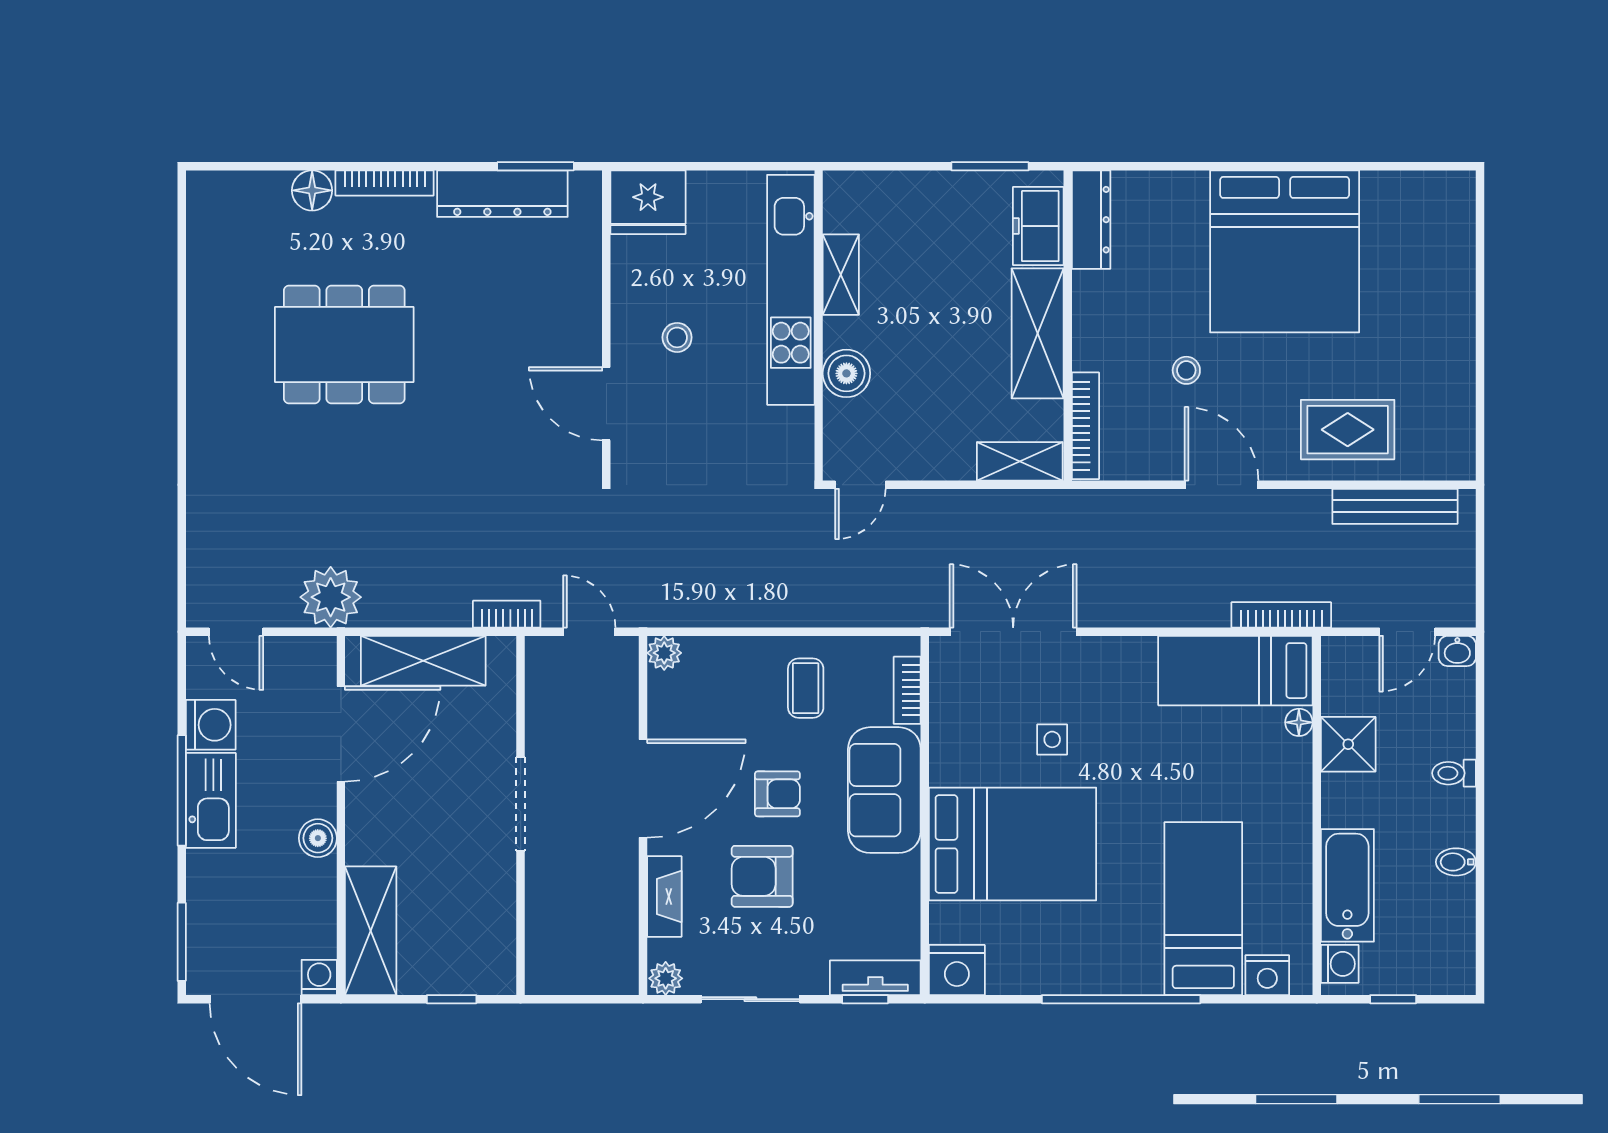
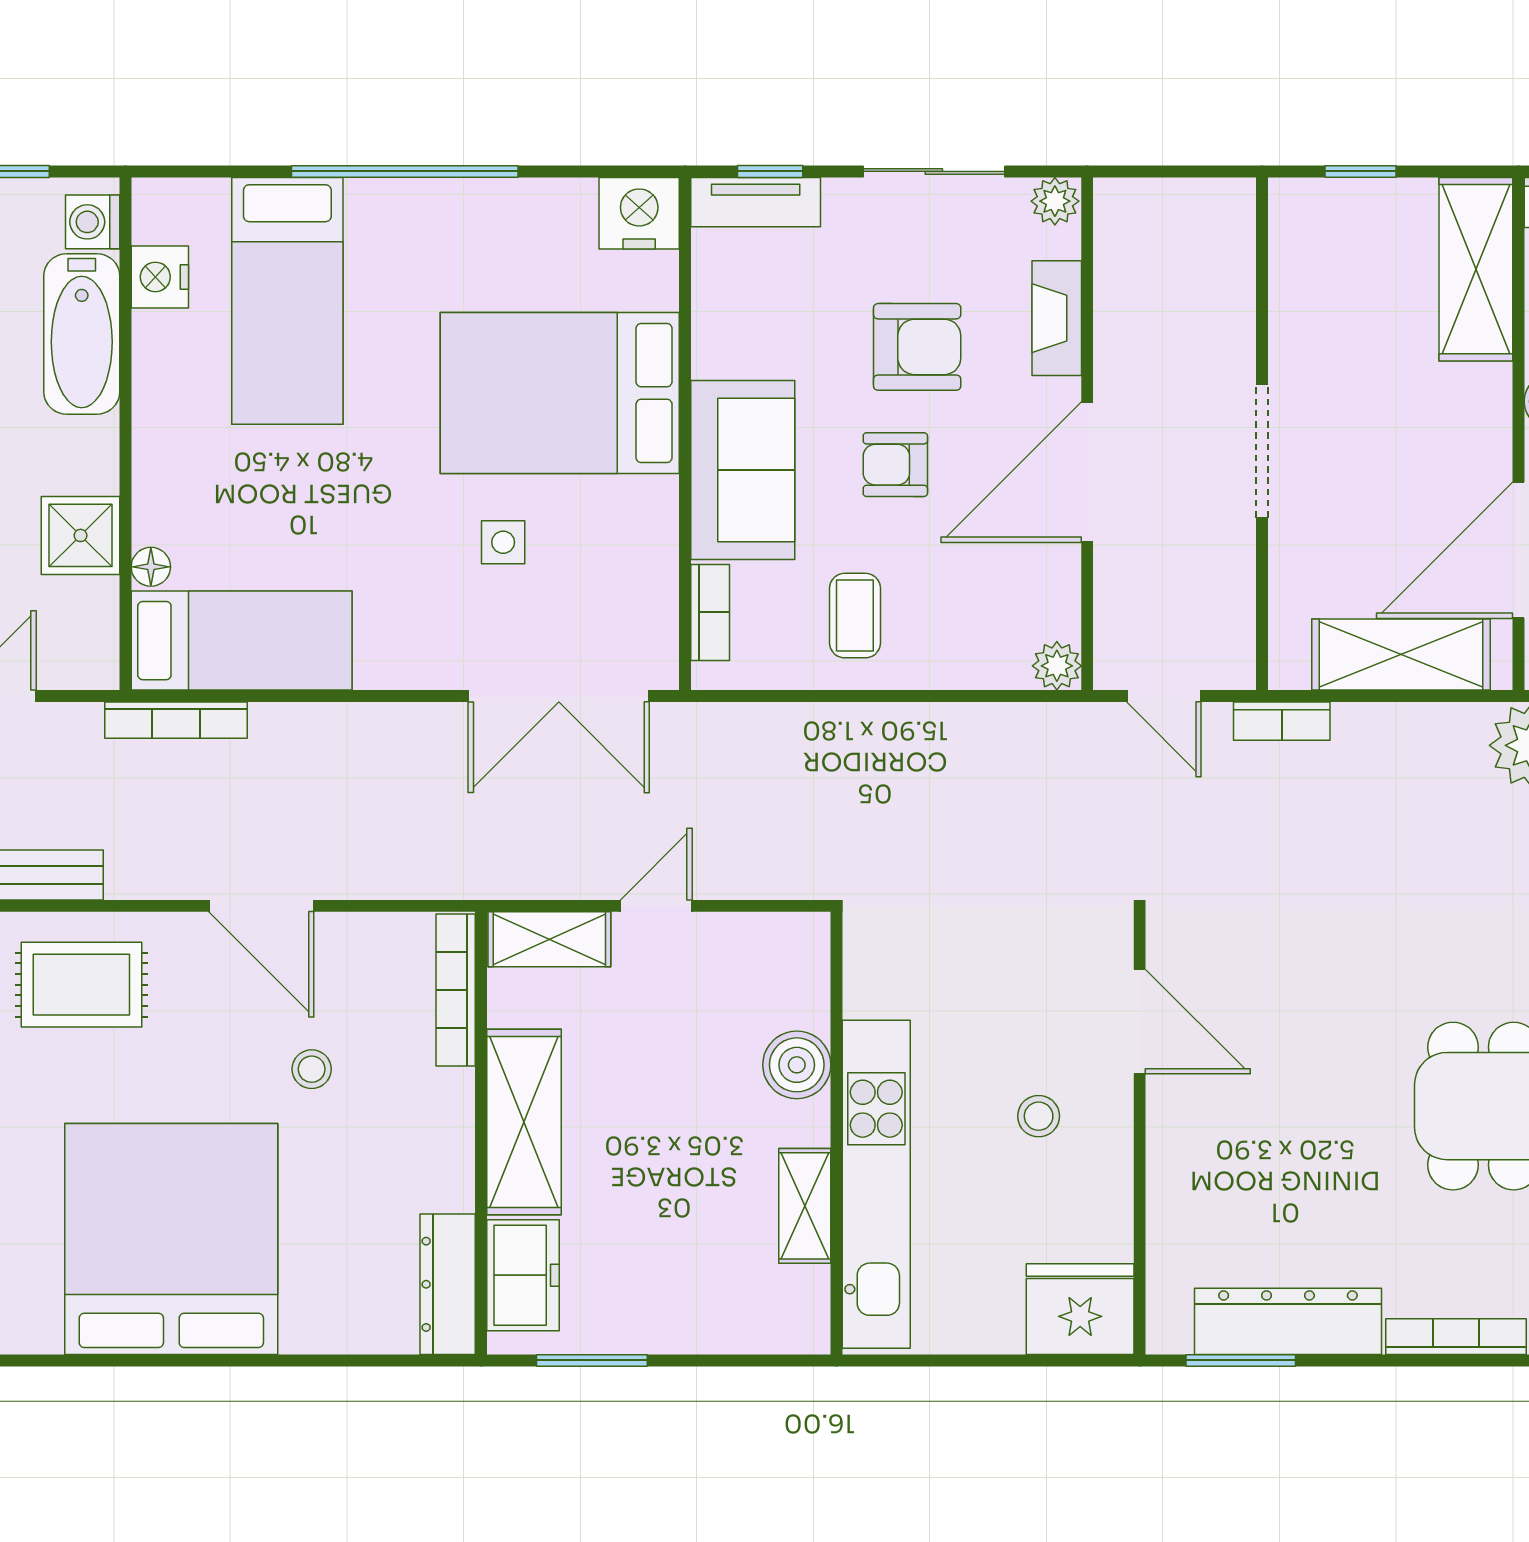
door: (860, 485) -> (656, 906), moved
nightstand: (1267, 975) -> (160, 277), moved, turned -90

